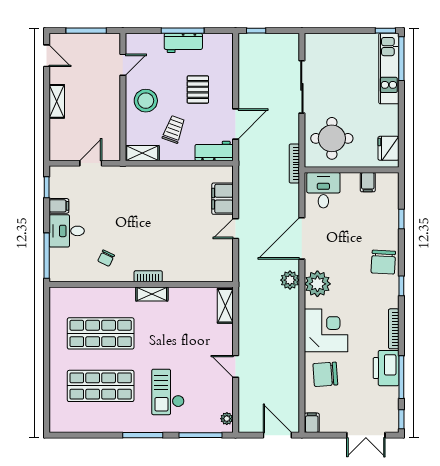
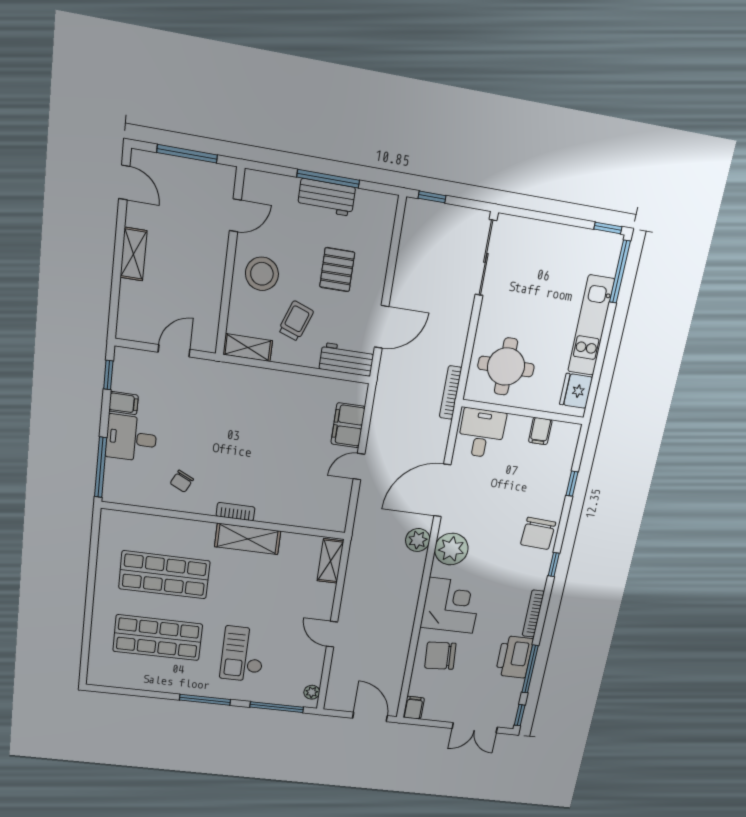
kitchen unit: (389, 69) -> (591, 325), moved
sliding door: (302, 87) -> (486, 258), moved
shelving: (152, 294) -> (248, 539), width x1.50, depth x1.33

